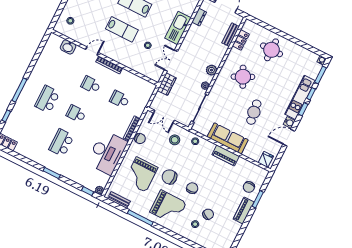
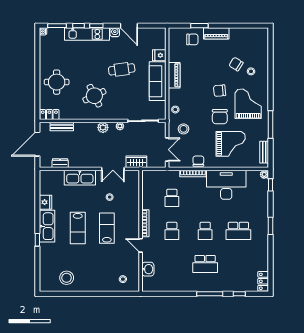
locker: (241, 40) -> (49, 115), moved
fridge: (266, 159) -> (159, 55), moved

